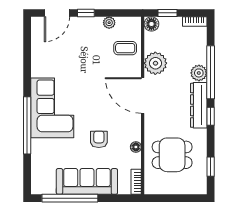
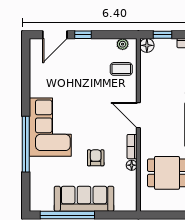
plant: (109, 23) -> (123, 44), moved
plant: (155, 63) -> (151, 84), removed
door: (143, 96) -> (138, 115), width x0.73
bookcase: (136, 182) -> (132, 147), moved

